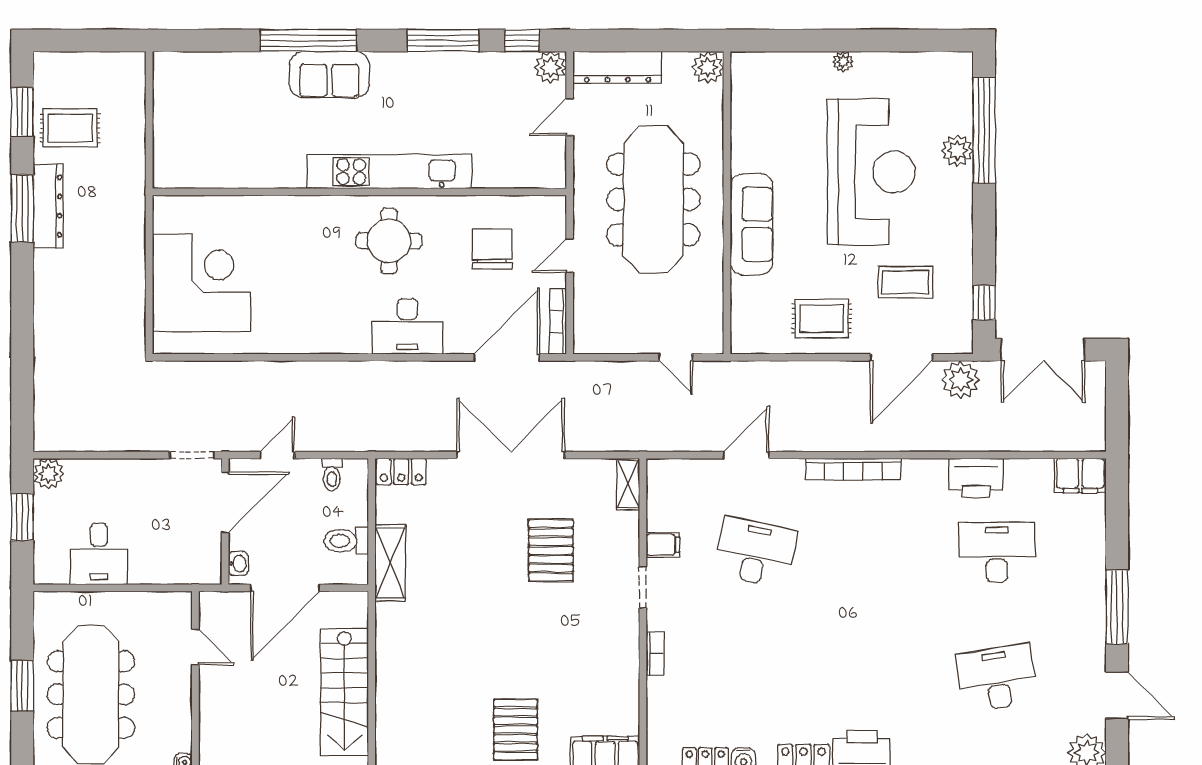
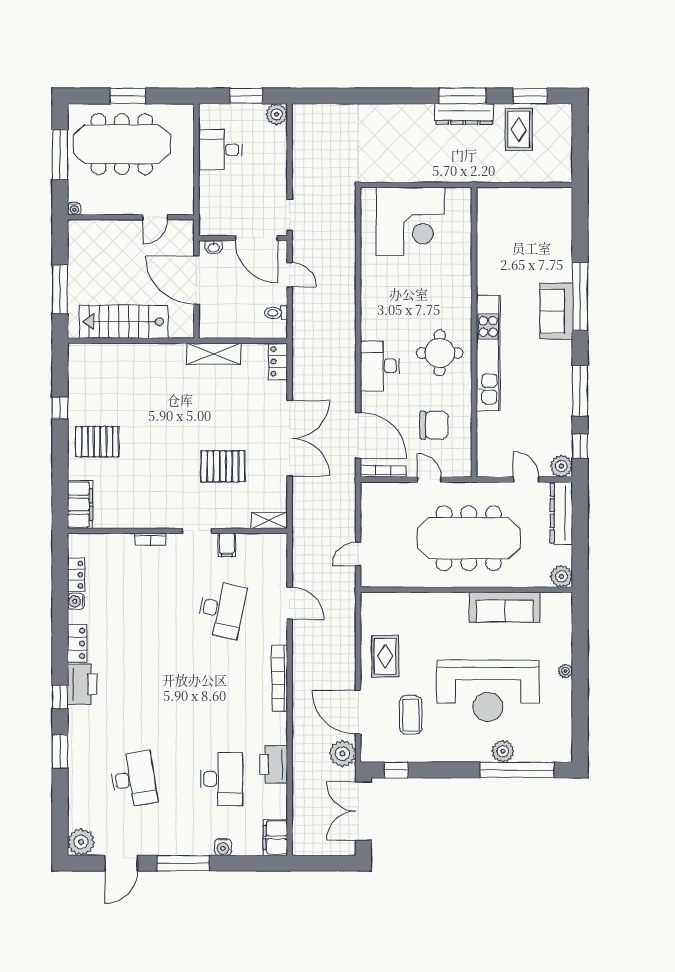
sofa: (752, 224) -> (505, 607), moved
toilet: (346, 541) -> (229, 323), removed
water cooler: (1094, 550) -> (223, 847), added

